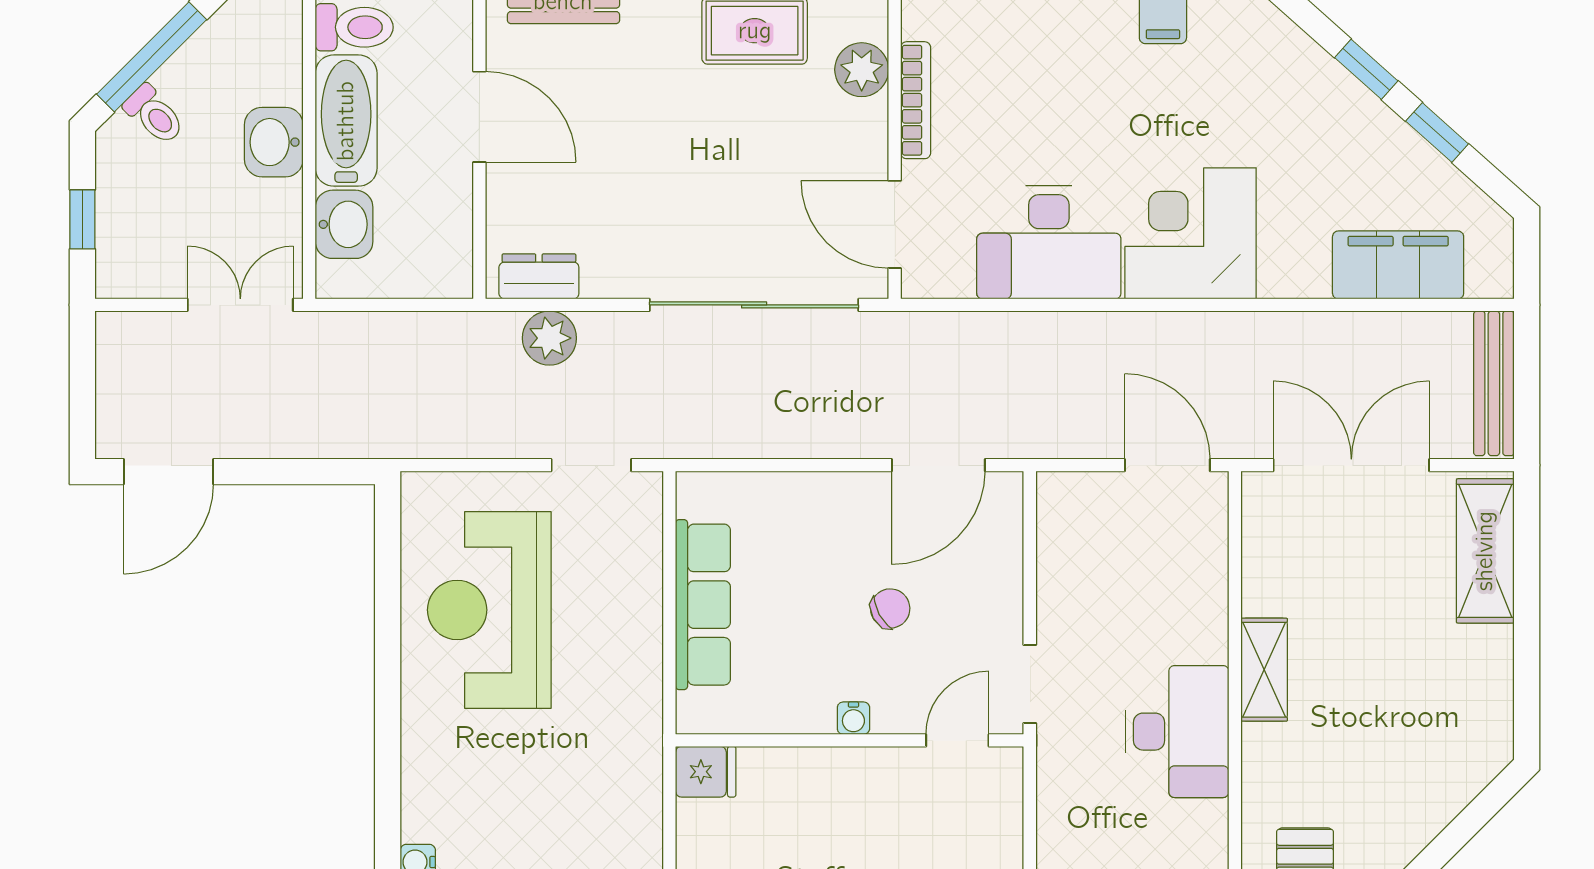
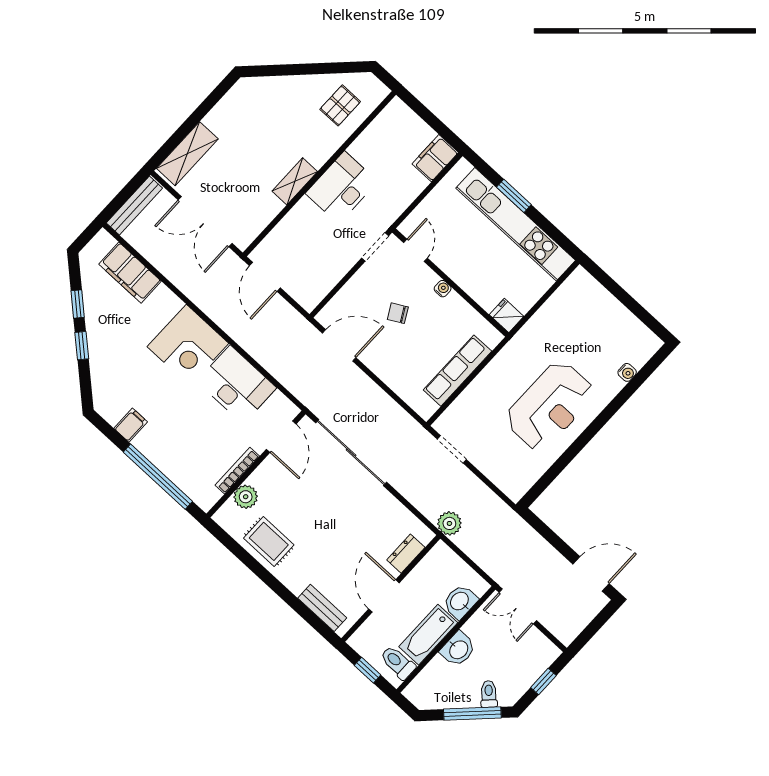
dresser: (539, 276) -> (406, 554), moved, turned 90
plant: (549, 338) -> (449, 523), moved
reception desk: (489, 610) -> (550, 406), moved
door: (957, 740) -> (415, 250), swing flipped

